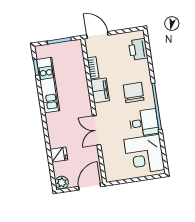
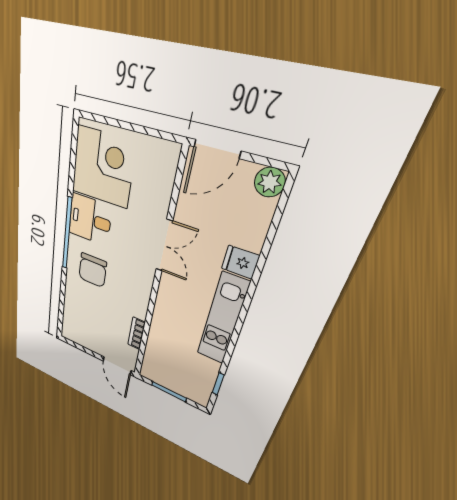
printer: (138, 49) -> (73, 319), removed
kitchen unit: (48, 85) -> (222, 319), moved
filing cabinet: (100, 90) -> (138, 300), removed
fridge: (59, 155) -> (240, 262), moved

